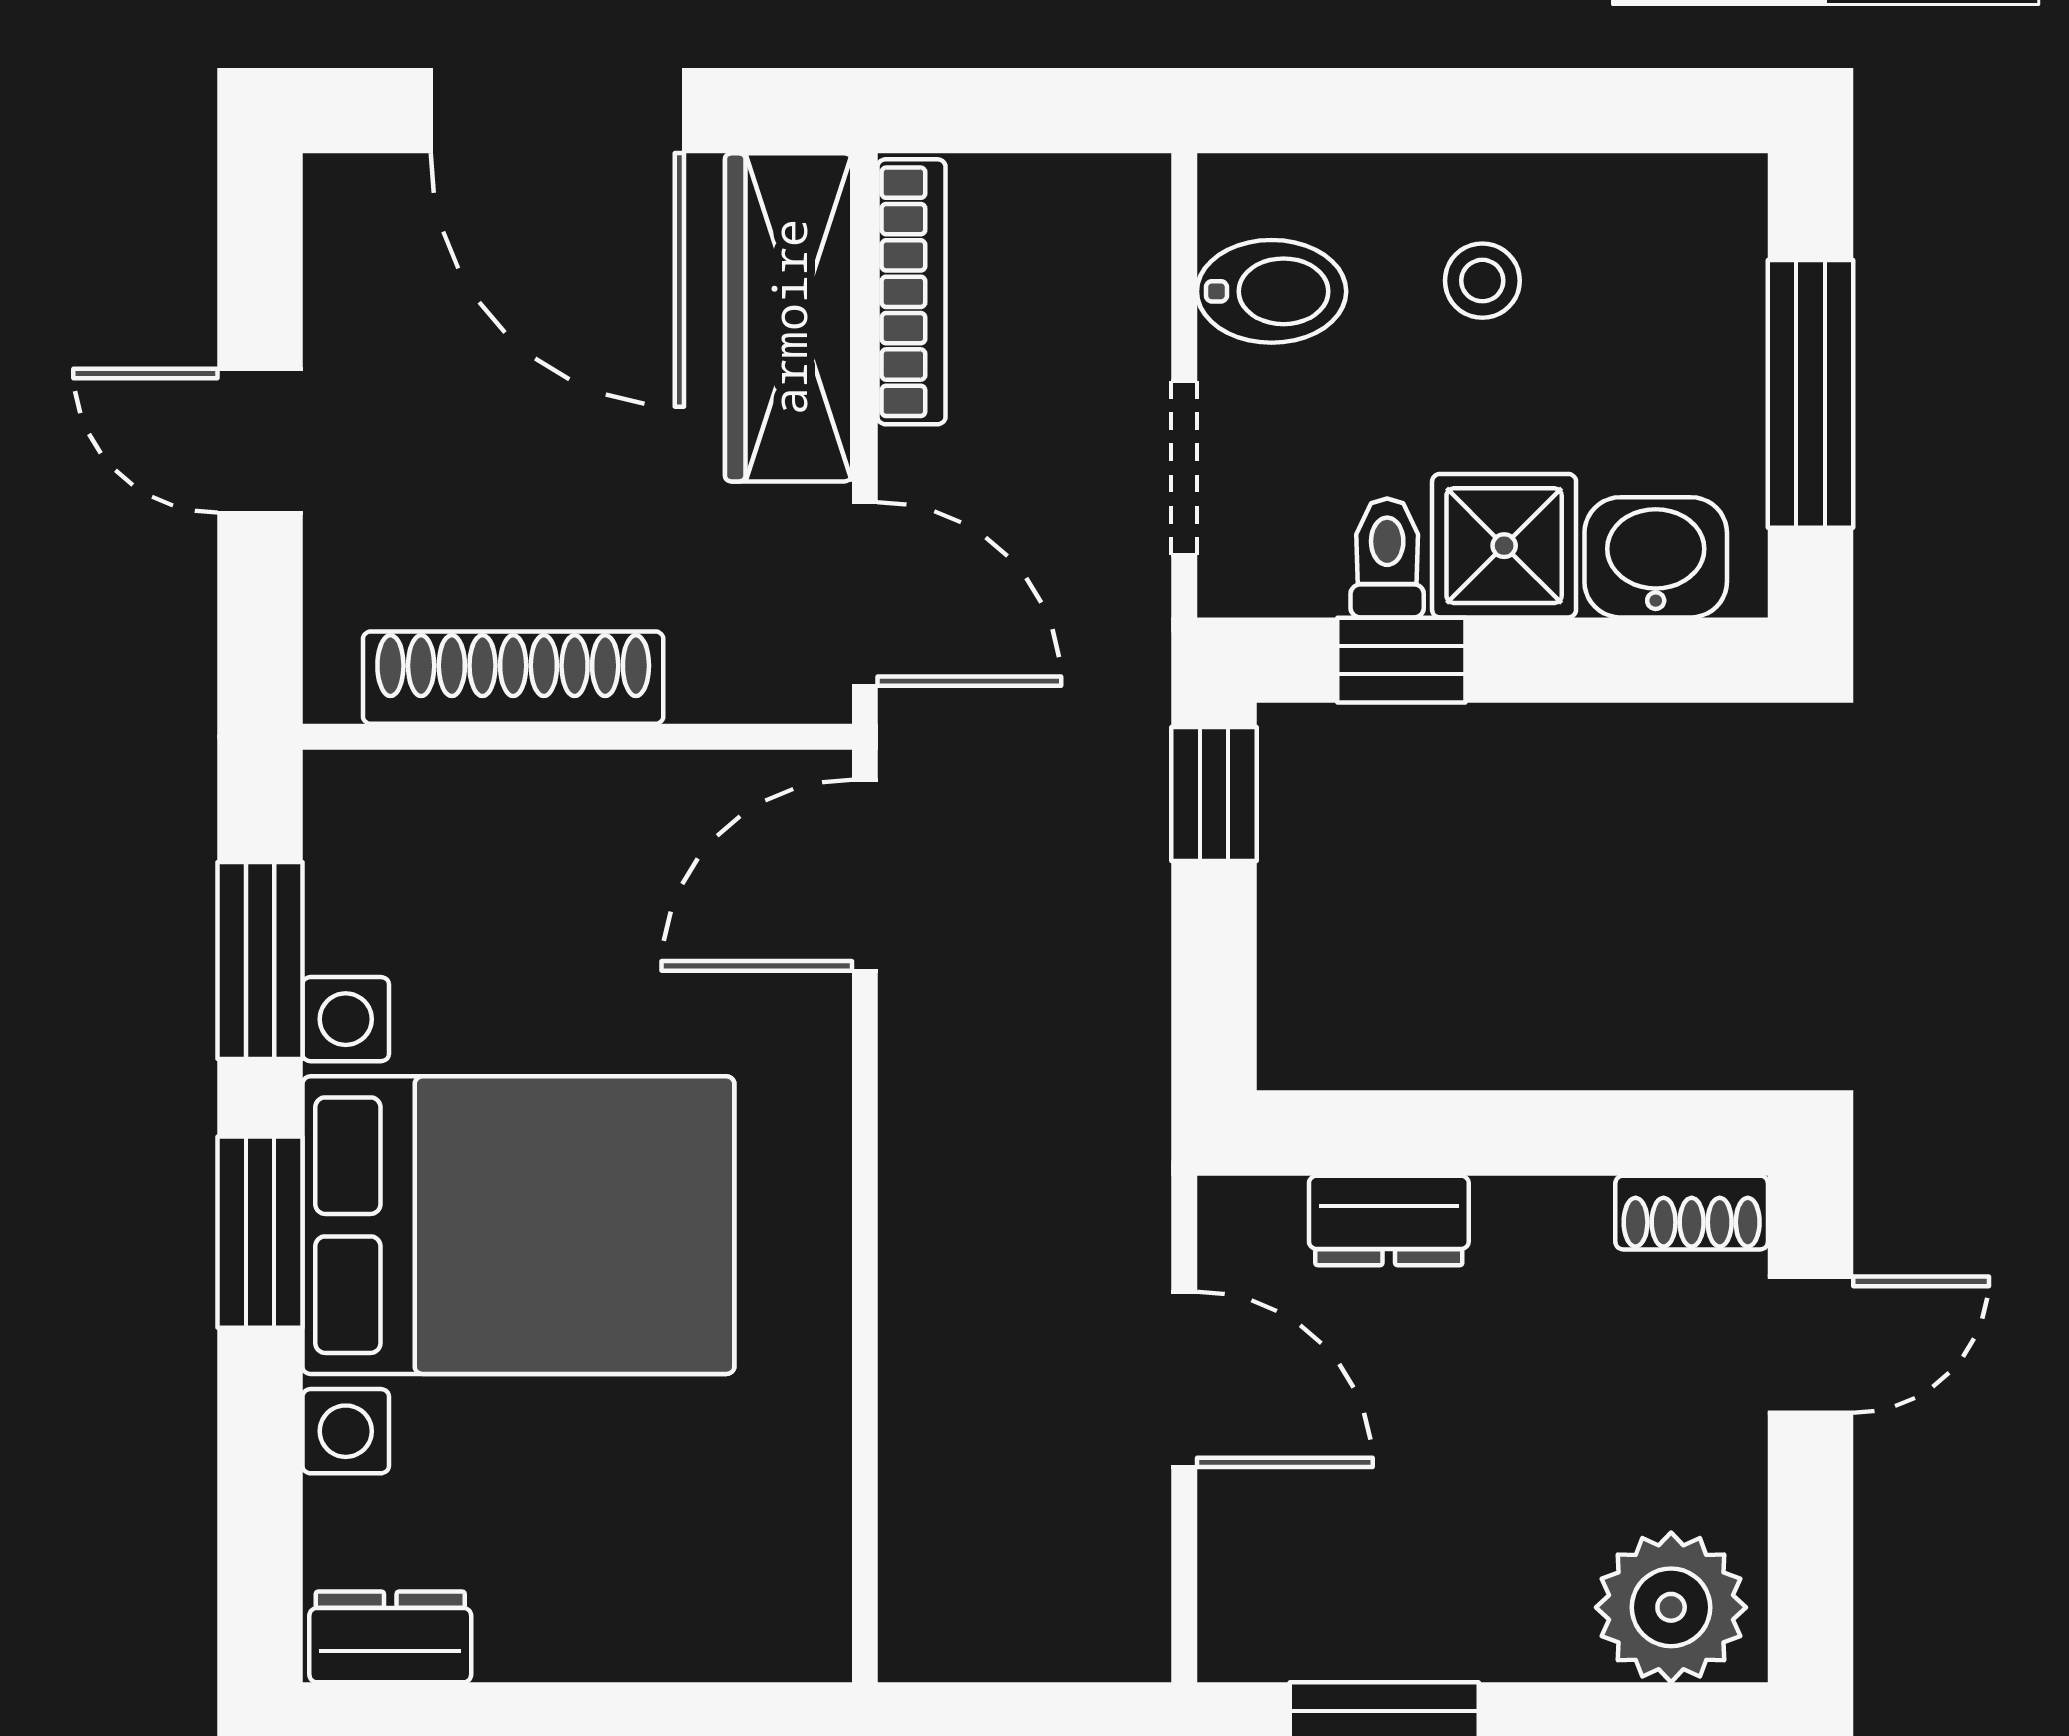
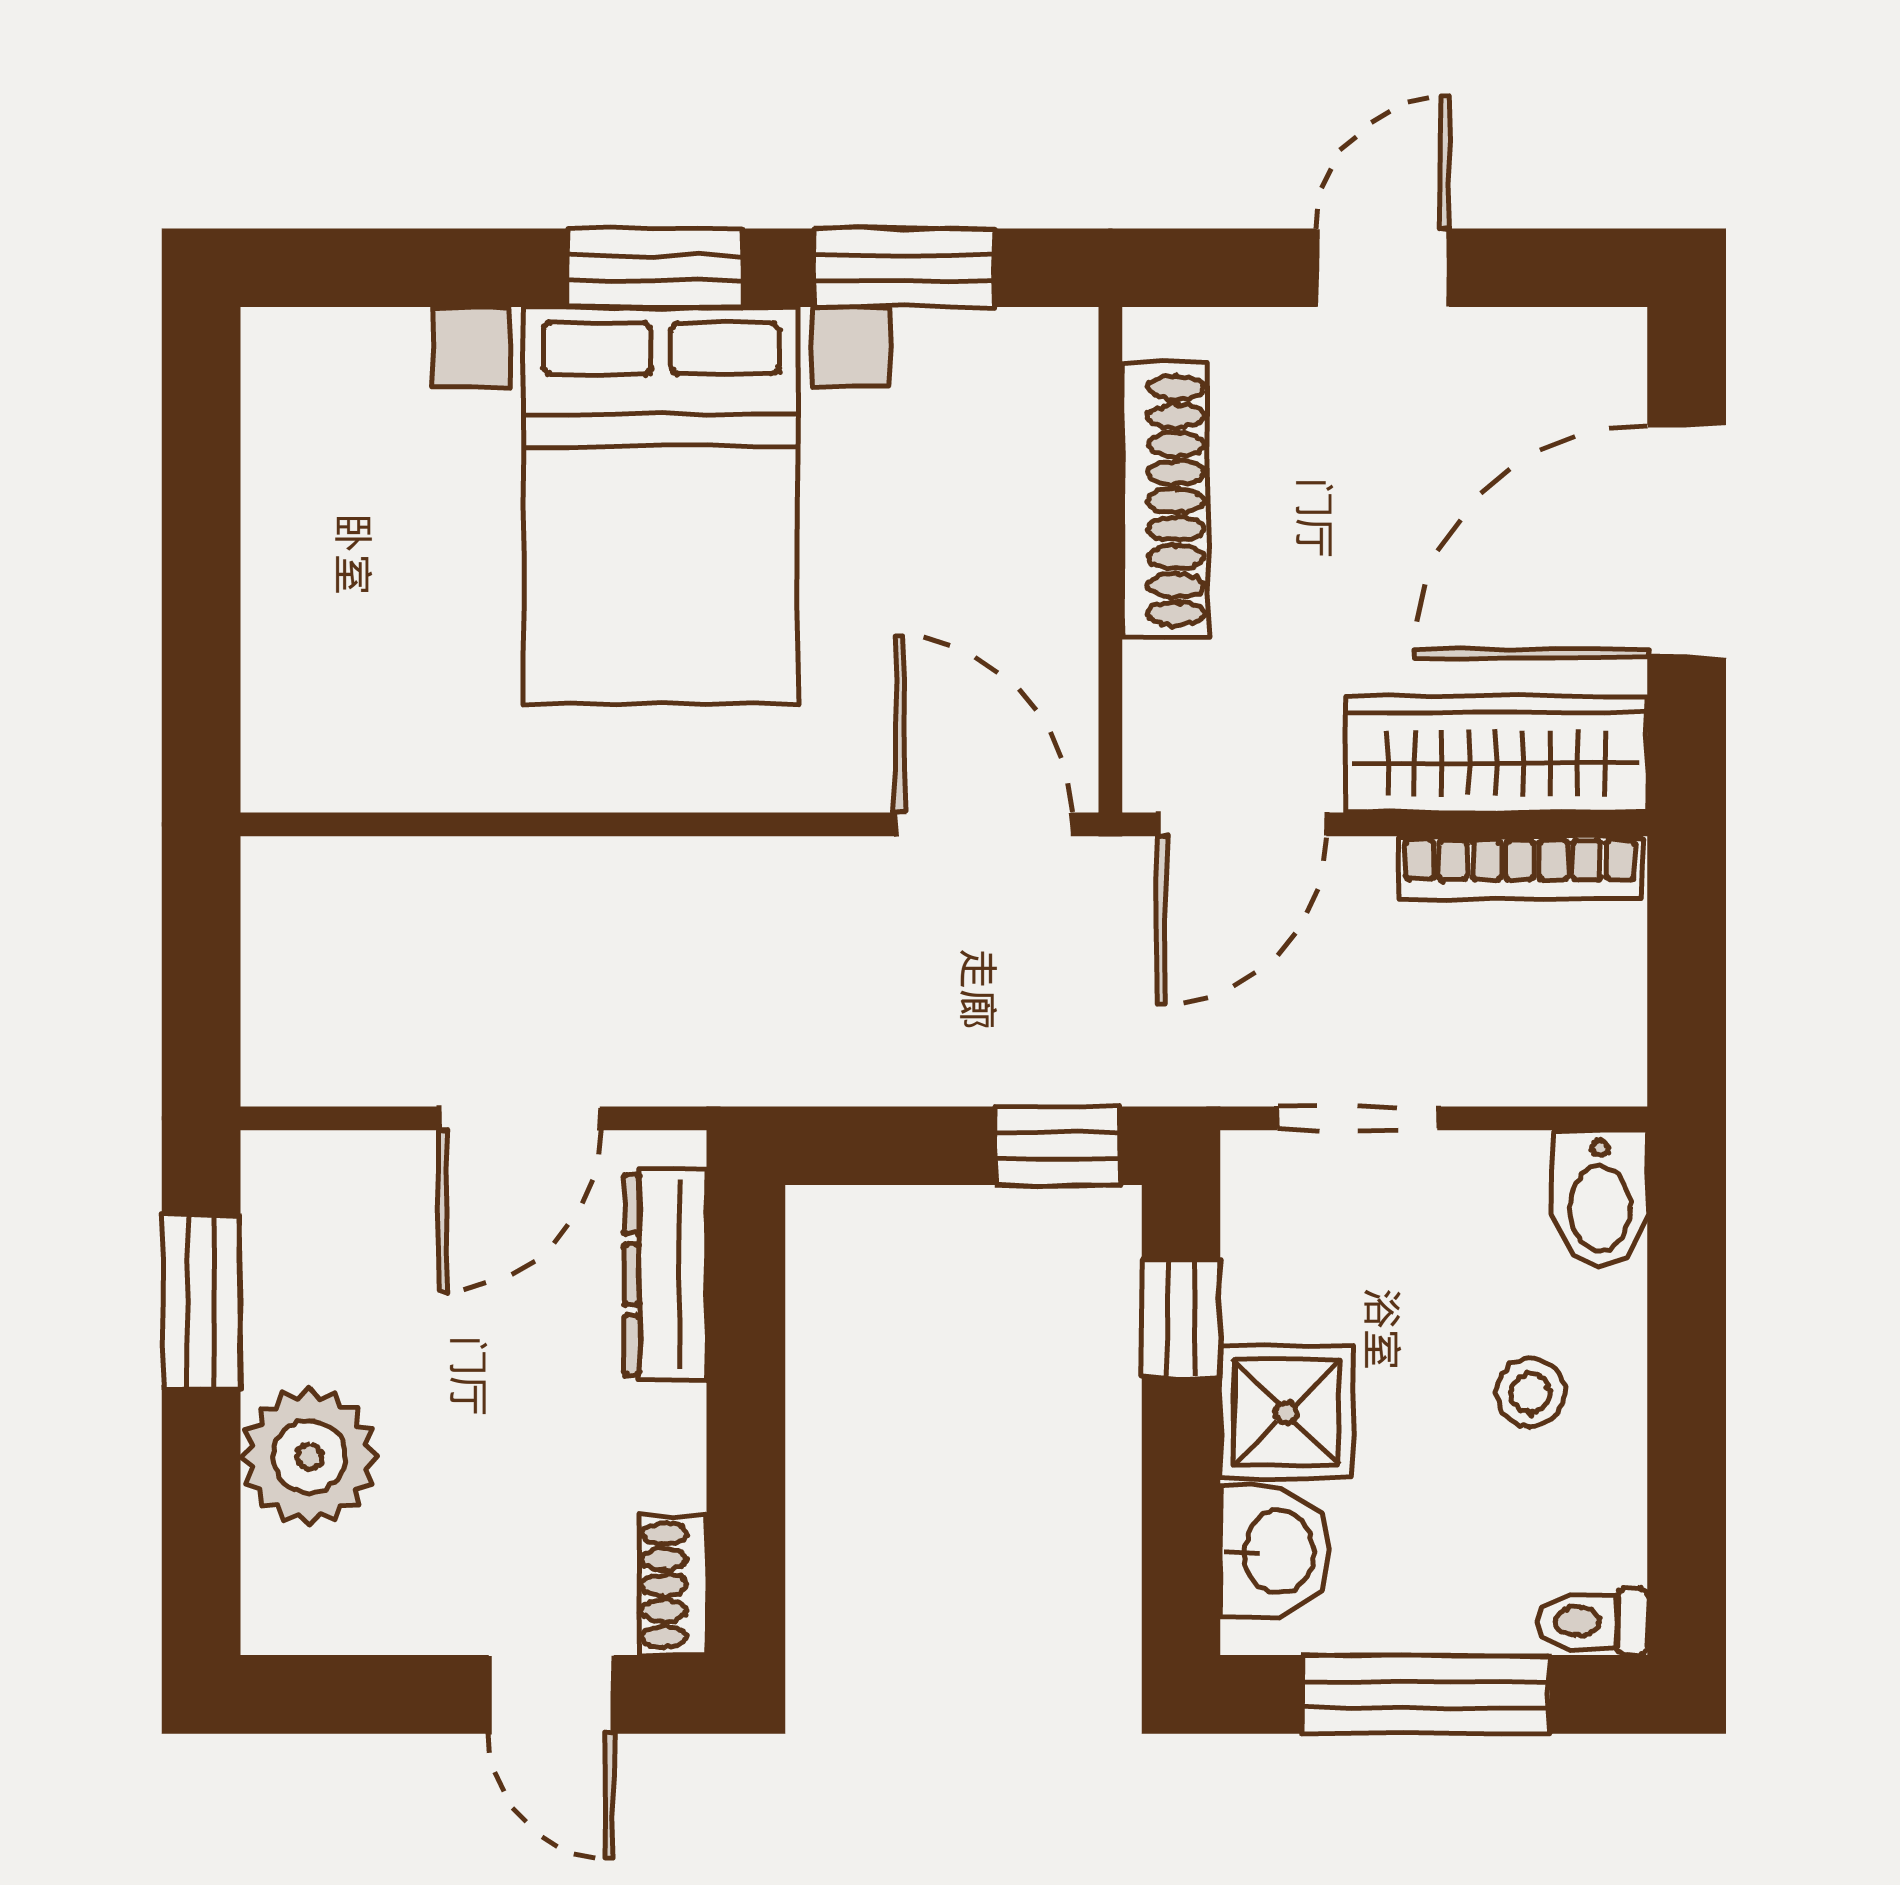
bidet: (1272, 291) -> (1600, 1199), moved
toilet: (1387, 558) -> (1593, 1622), moved, turned 180
dresser: (1389, 1220) -> (665, 1274), width x1.44
plant: (1671, 1607) -> (309, 1457), moved
dresser: (390, 1637) -> (282, 388), removed

